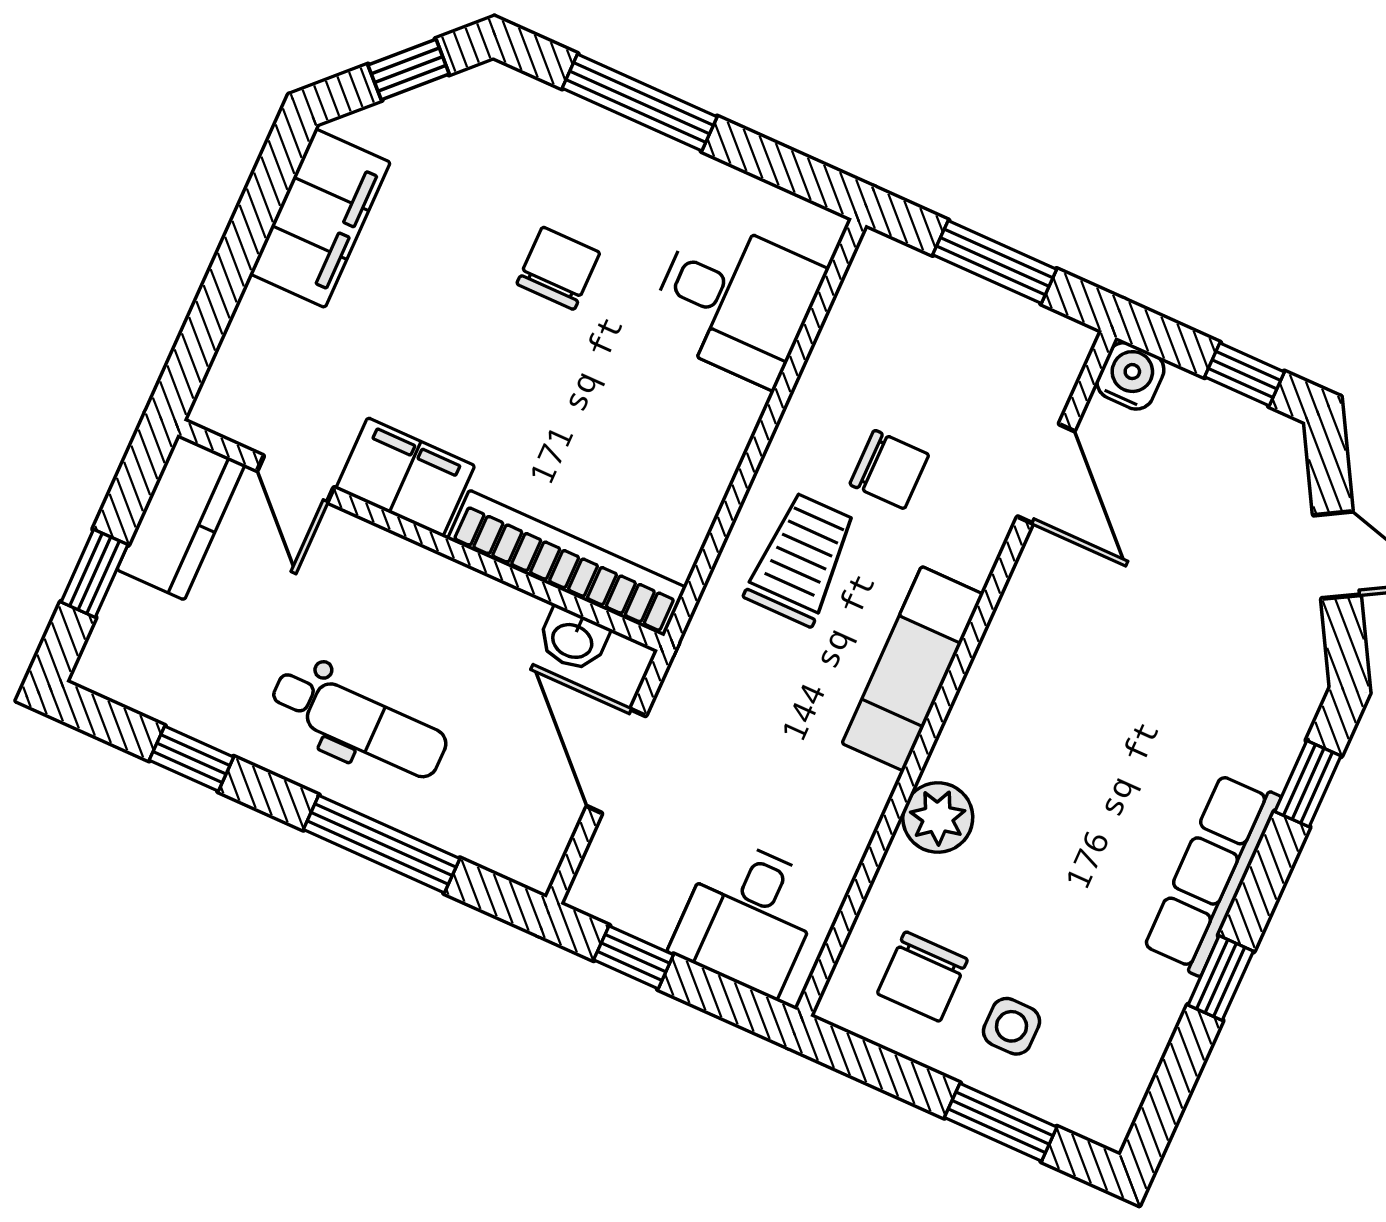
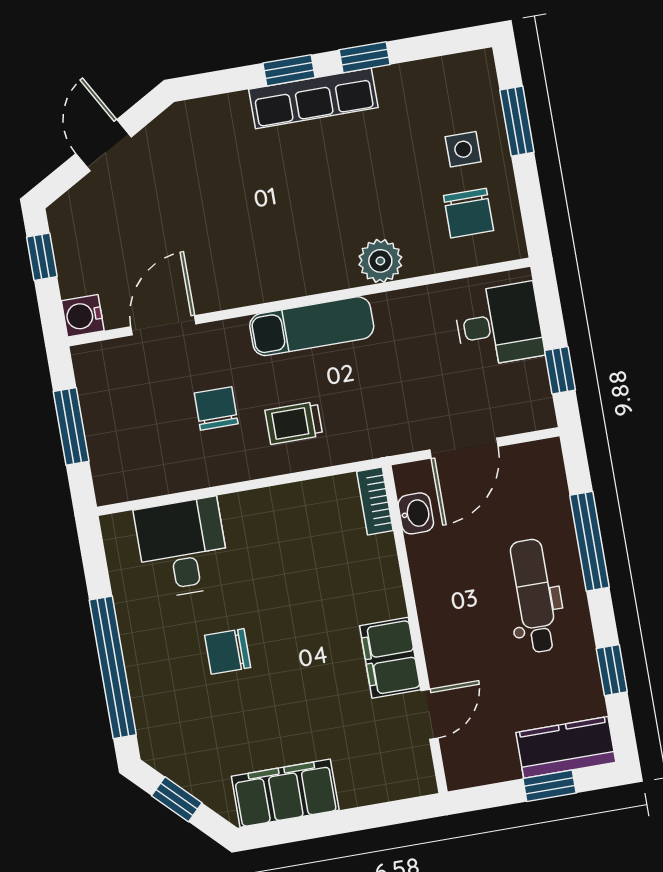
window: (640, 102) -> (113, 667), width x1.46
kitchen counter: (181, 517) -> (566, 747), moved
trolley: (801, 559) -> (294, 423), width x0.73, depth x0.72
bookcase: (567, 563) -> (375, 501), width x0.43, depth x0.76
window: (1308, 784) -> (289, 70), moved
chair: (922, 977) -> (469, 213), turned 90

